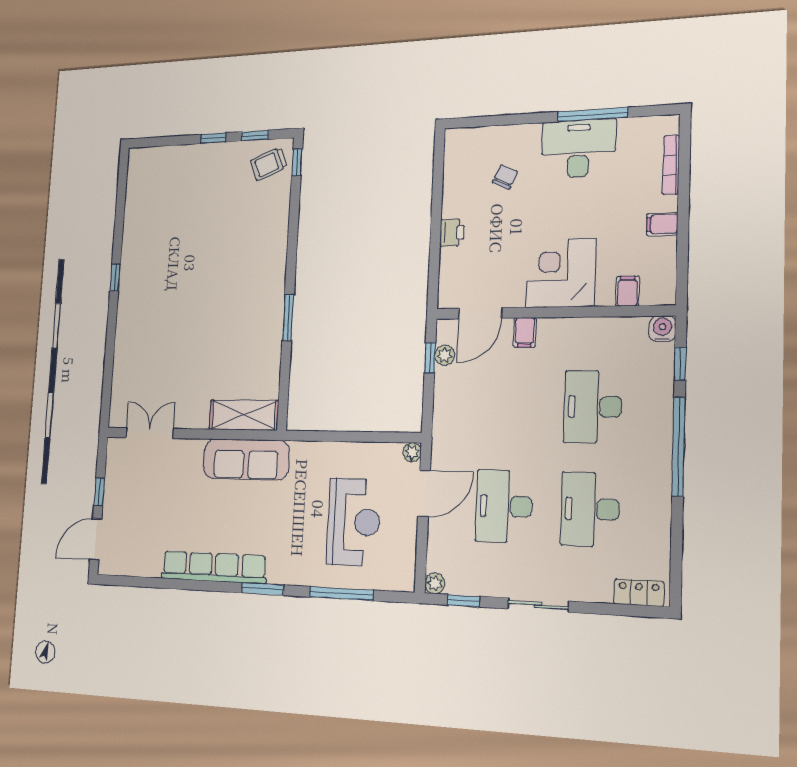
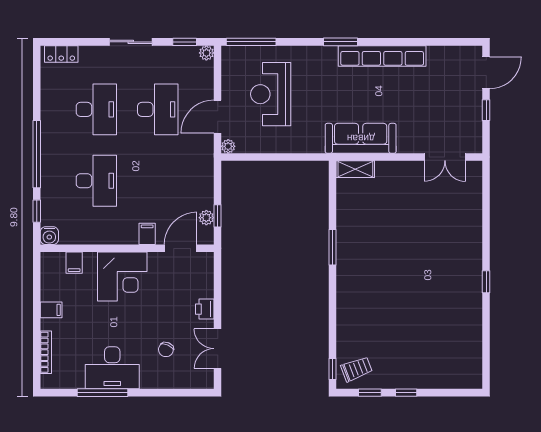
double door: (438, 181) -> (218, 349), added
shelving: (244, 415) -> (355, 169), width x0.67, depth x0.75
window: (341, 594) -> (251, 42), moved

